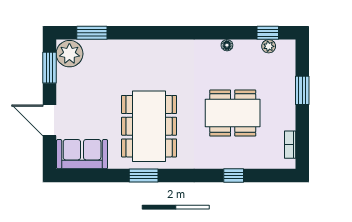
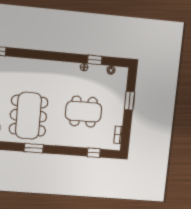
window: (268, 33) -> (95, 60), moved
window: (144, 176) -> (34, 148), moved
window: (234, 176) -> (94, 153), moved

